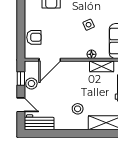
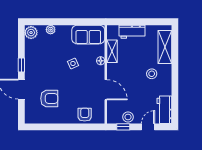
door: (50, 60) -> (106, 90), moved

